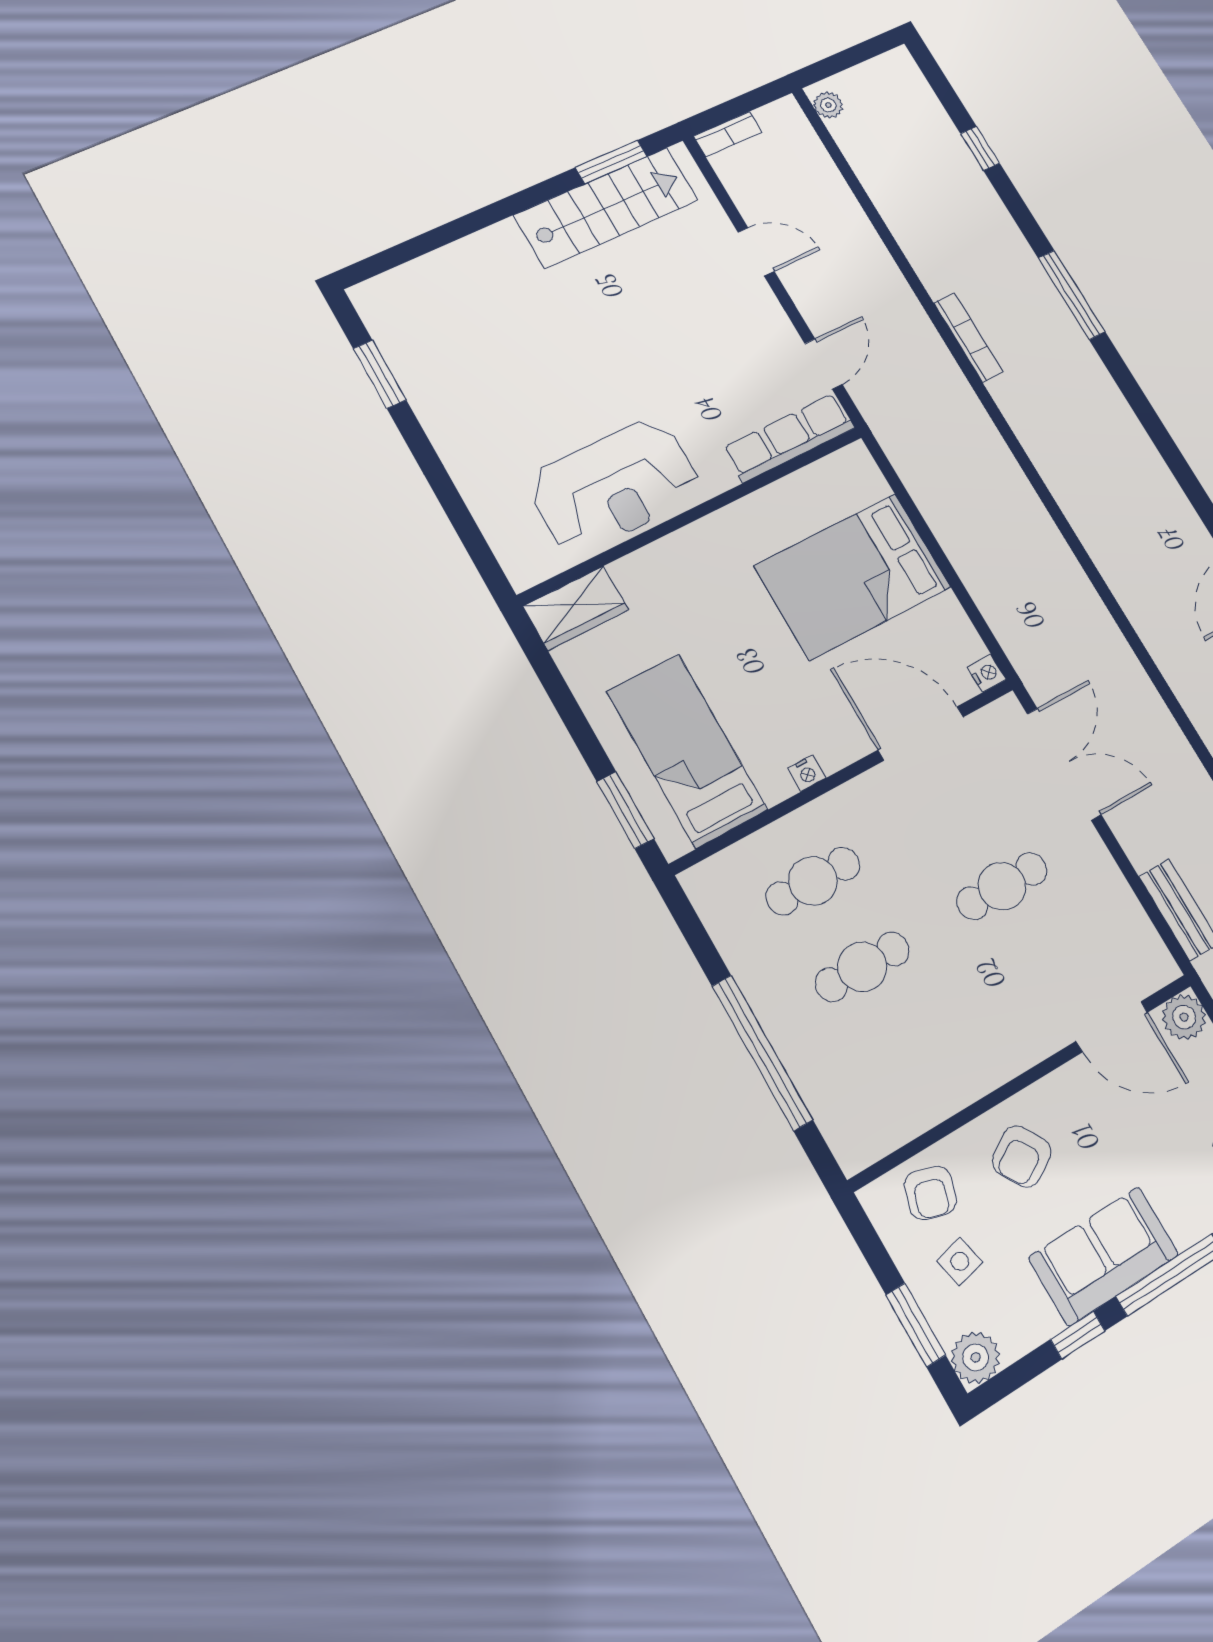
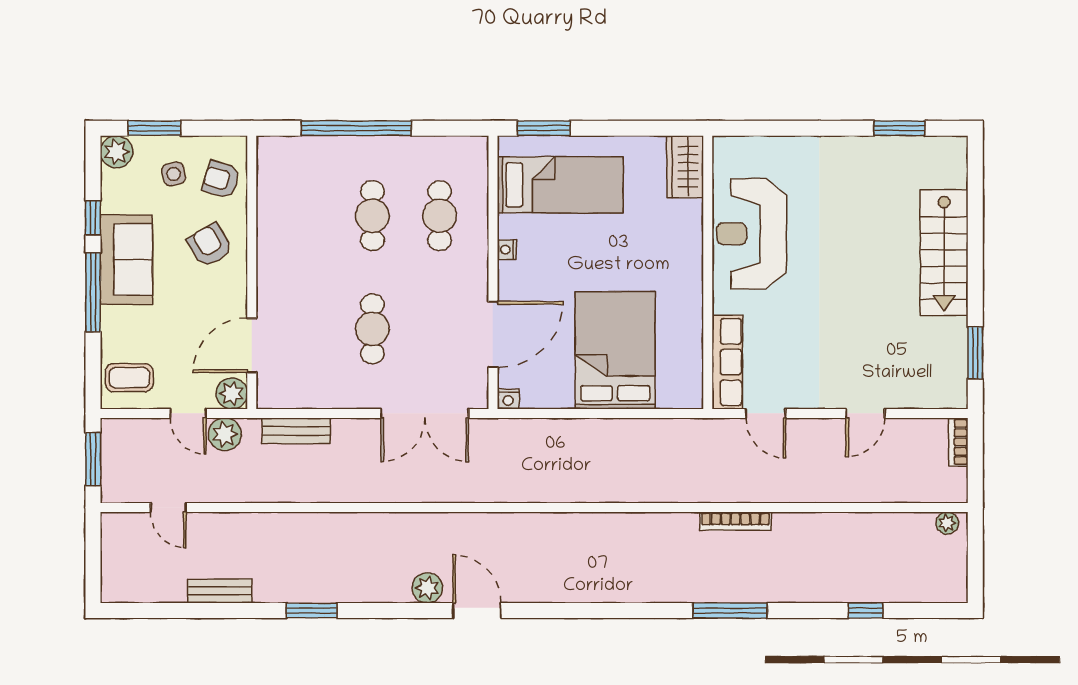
stairs: (607, 208) -> (944, 253), moved

